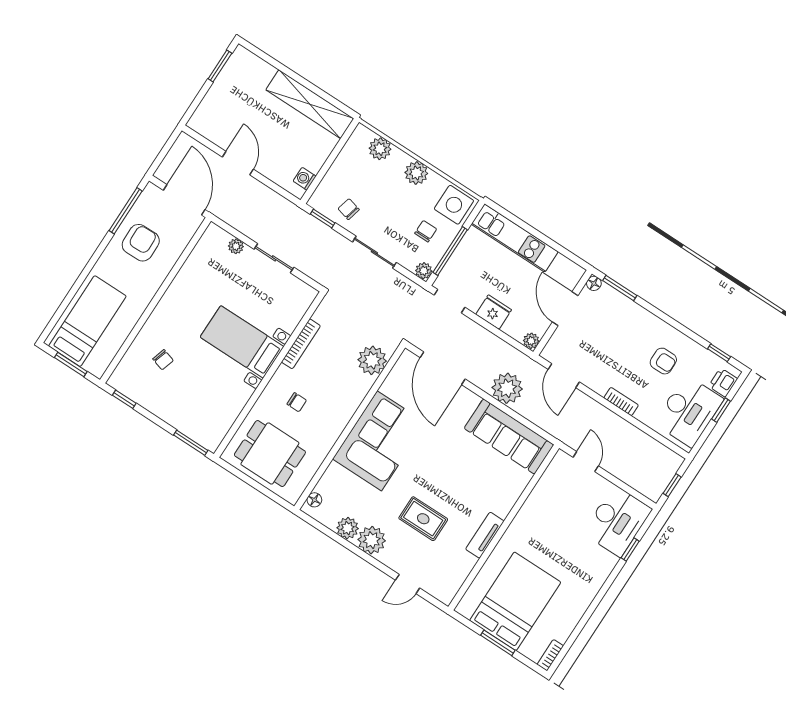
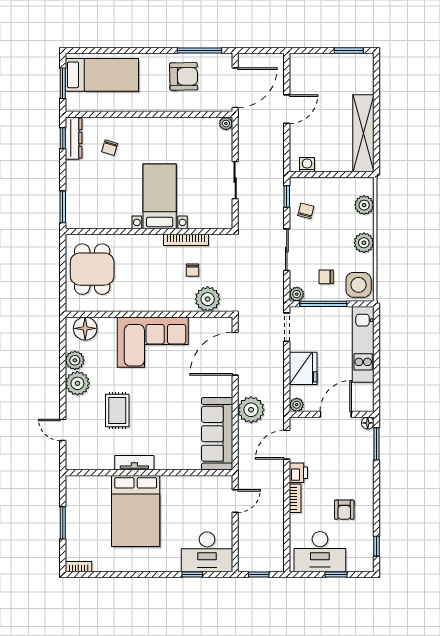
chair: (426, 231) -> (326, 277), turned 180
plant: (236, 246) -> (226, 123), moved
fridge: (494, 312) -> (303, 368), width x1.36, depth x1.34
printer: (723, 382) -> (298, 473), moved, turned 90
dresser: (131, 389) -> (74, 138), added
chair: (297, 402) -> (193, 270), moved
floor lamp: (314, 500) -> (85, 328), width x1.89, depth x1.89
bed: (515, 601) -> (136, 511), moved, turned 90

